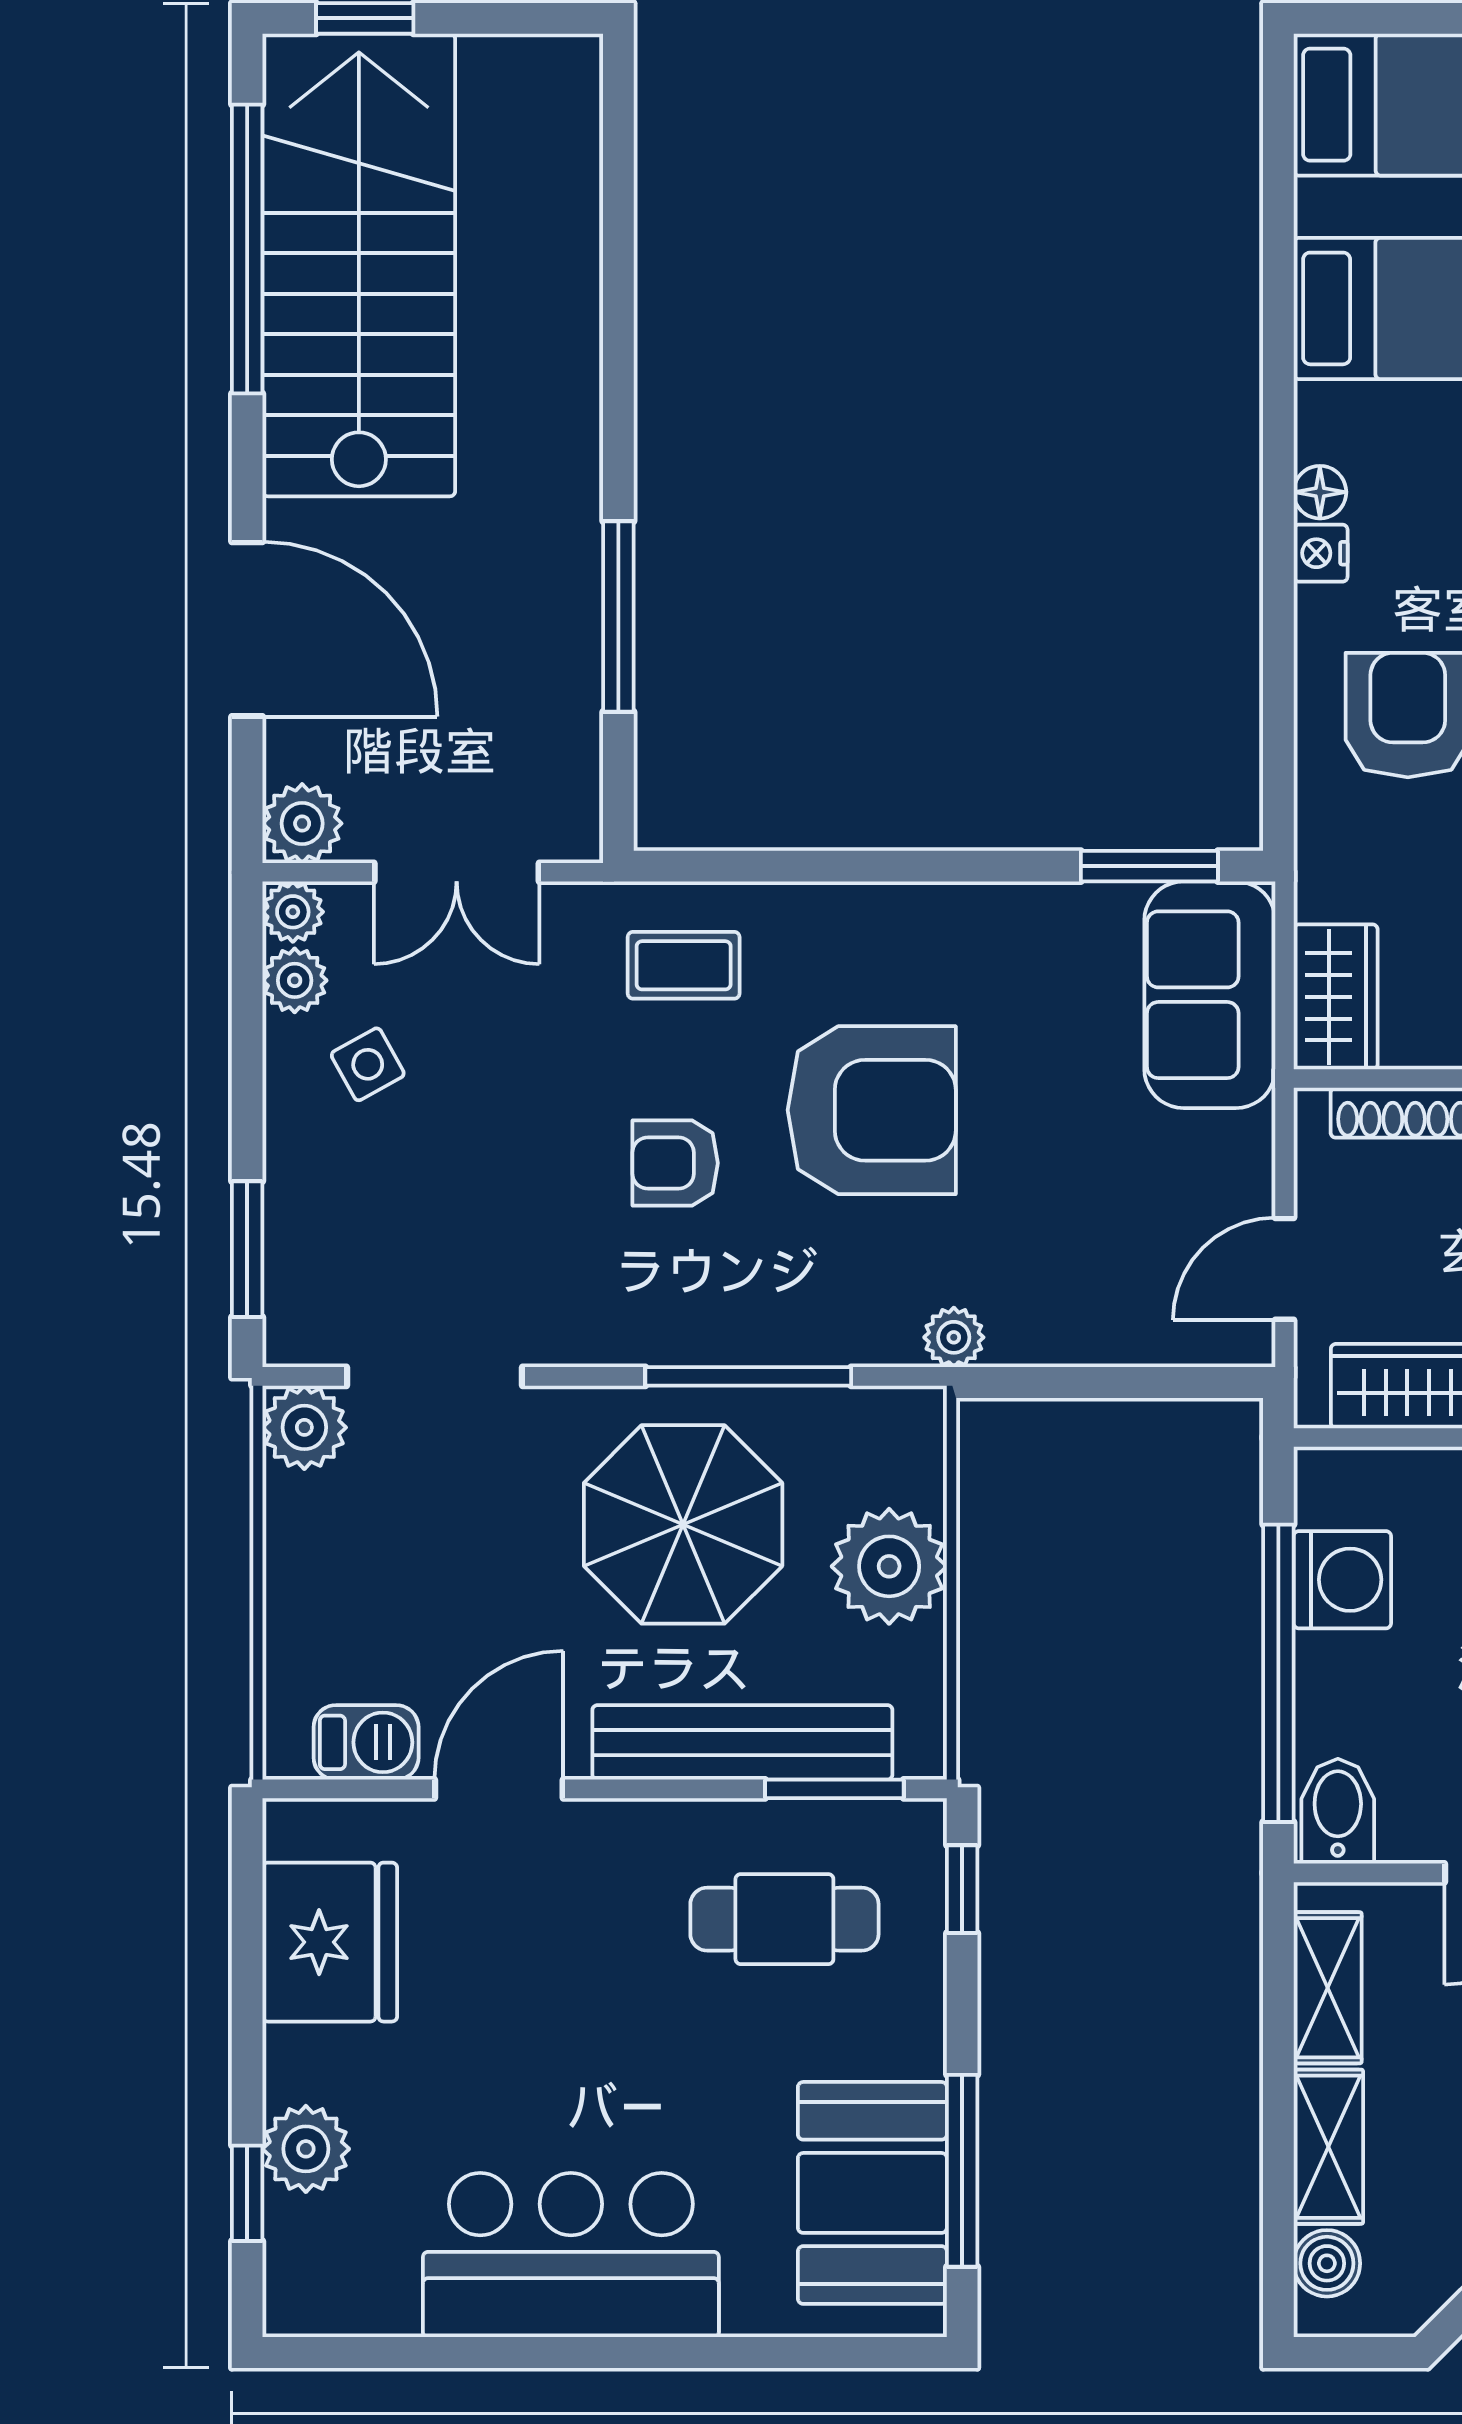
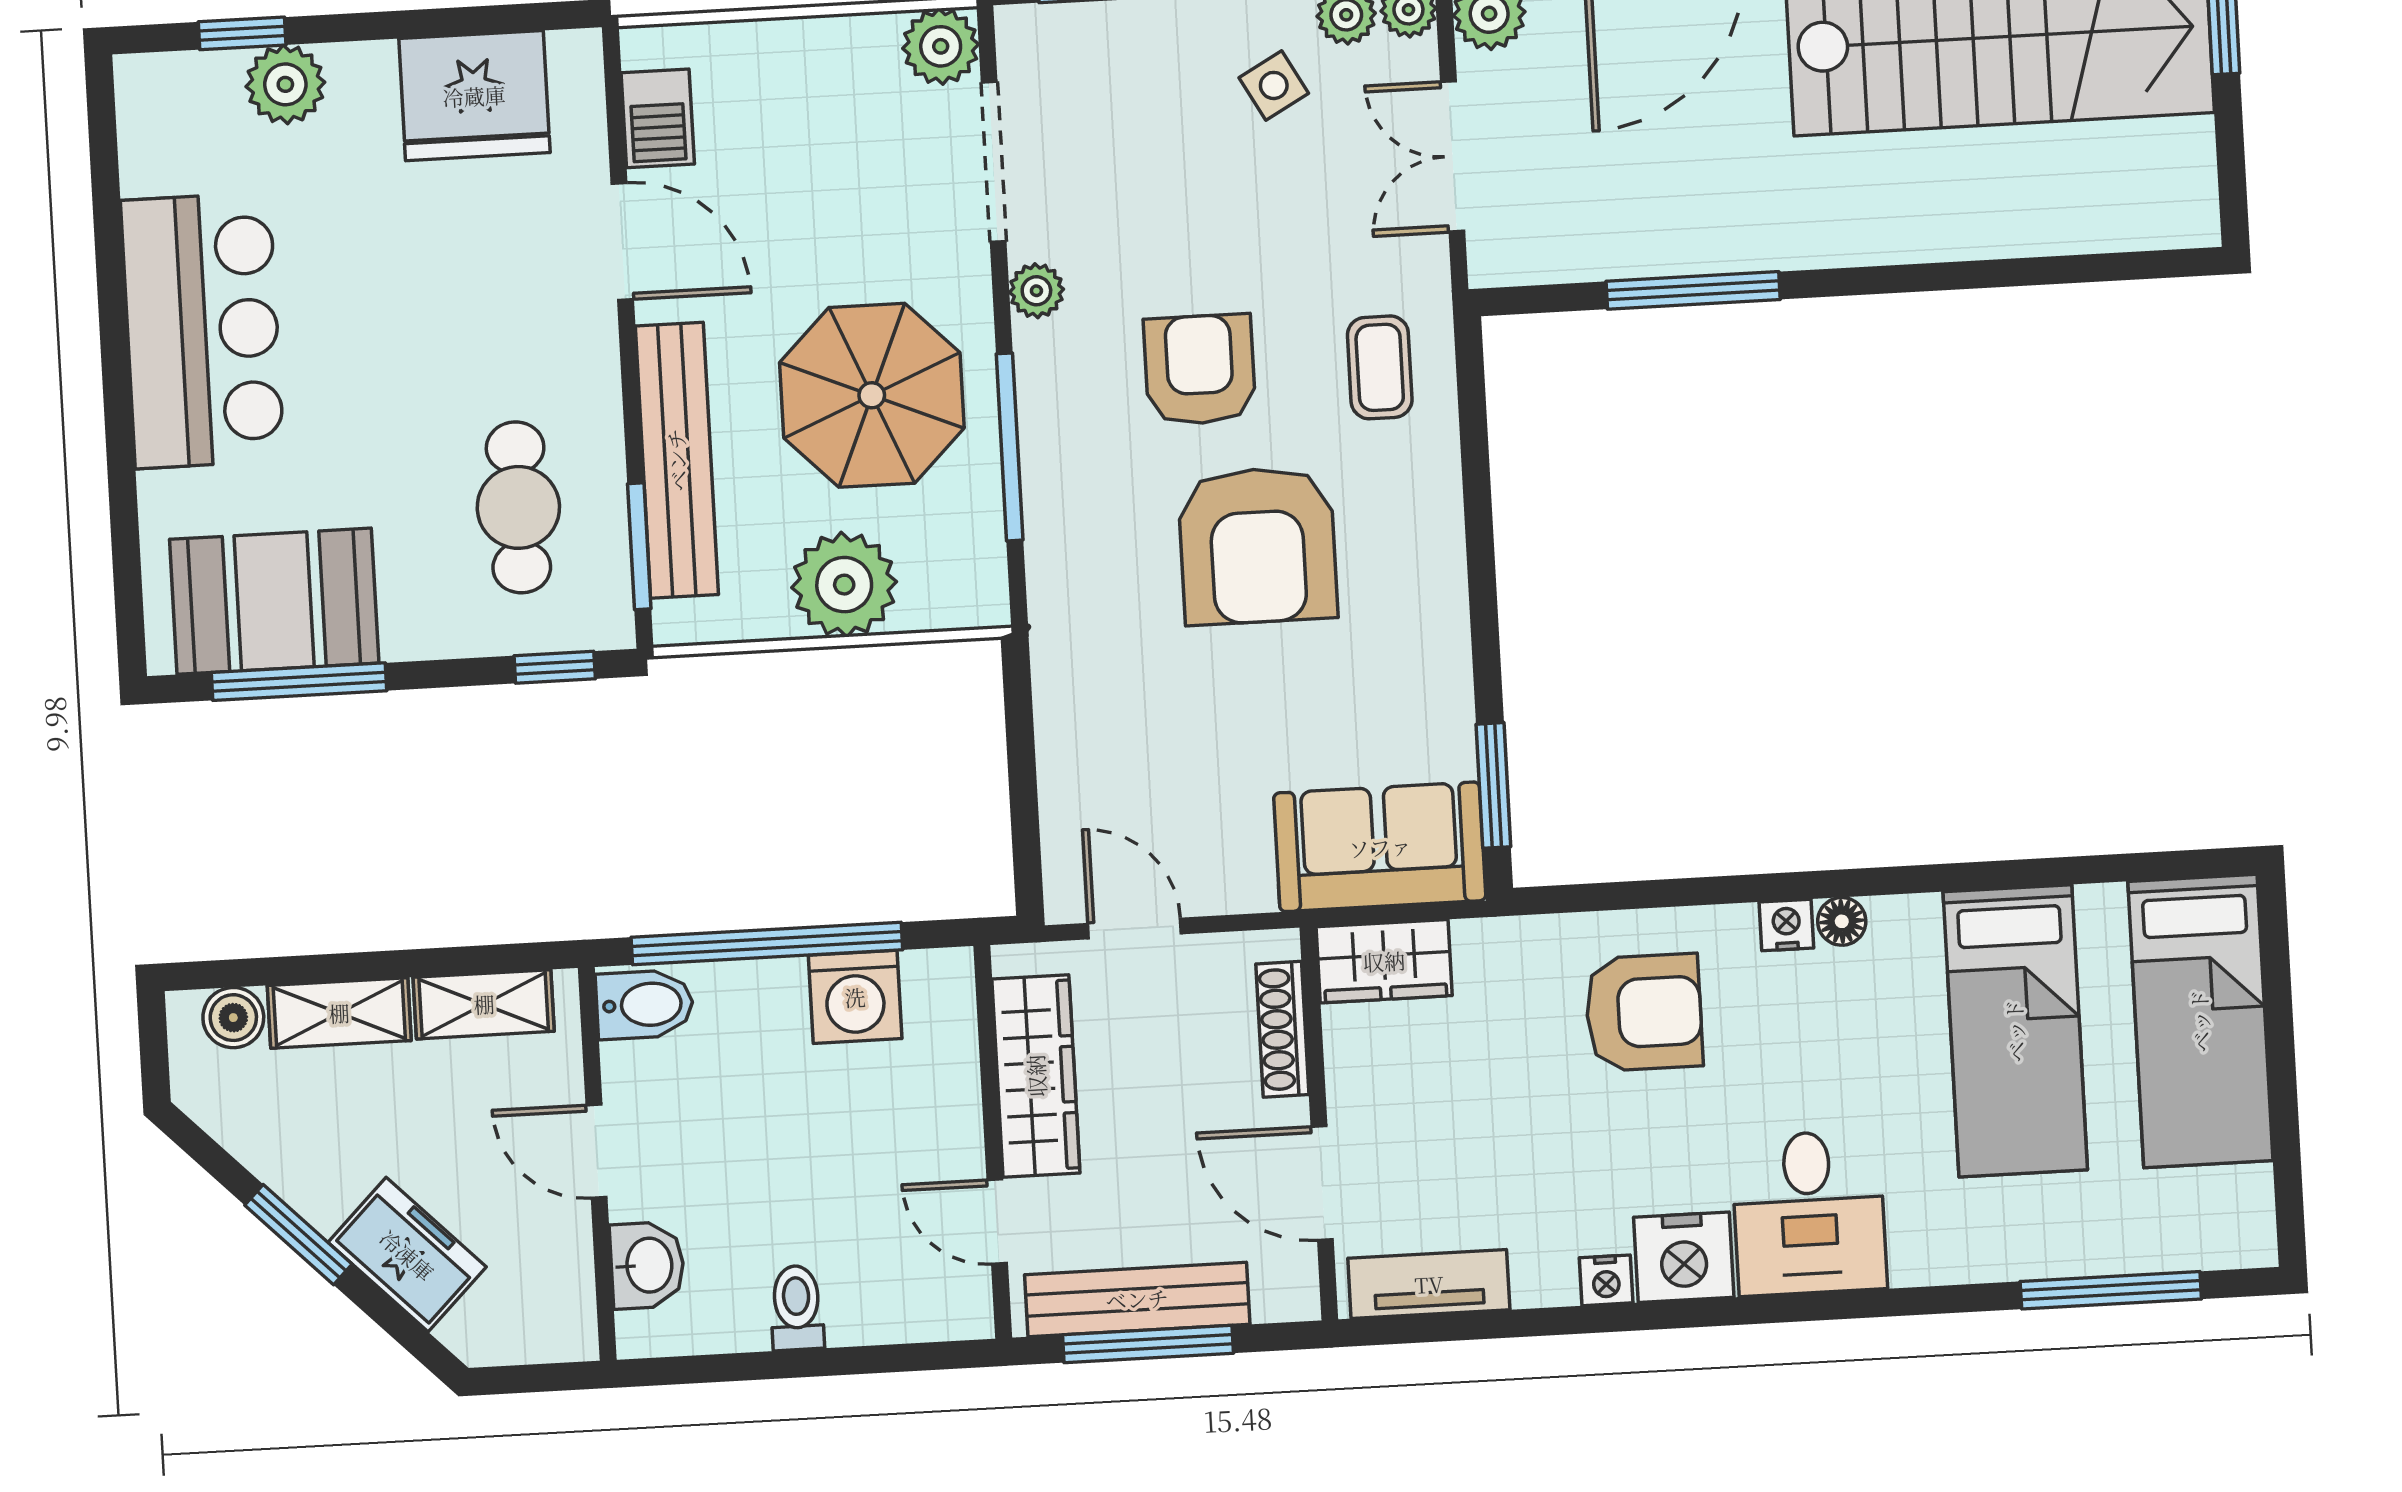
armchair: (675, 1163) -> (1200, 370), width x1.38, depth x1.38
plant: (954, 1337) -> (1036, 291), moved

